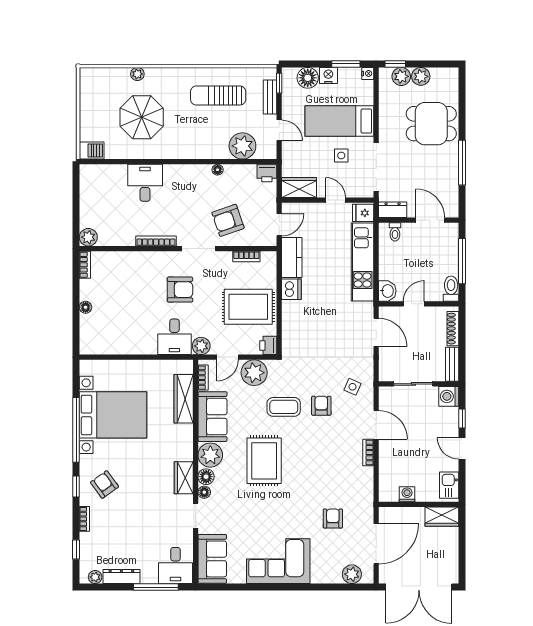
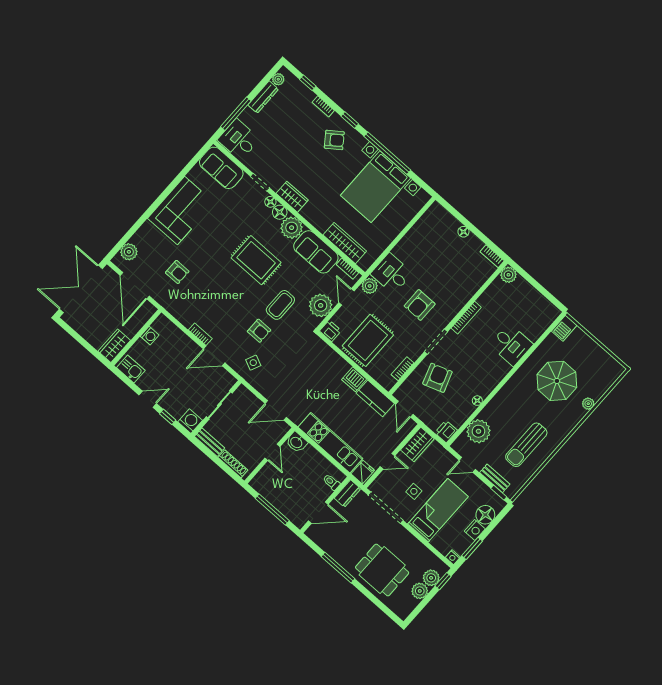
sun lounger: (218, 96) -> (526, 445), turned 180
dining table: (431, 124) -> (382, 570), turned 90
toilet: (451, 289) -> (261, 486), removed

